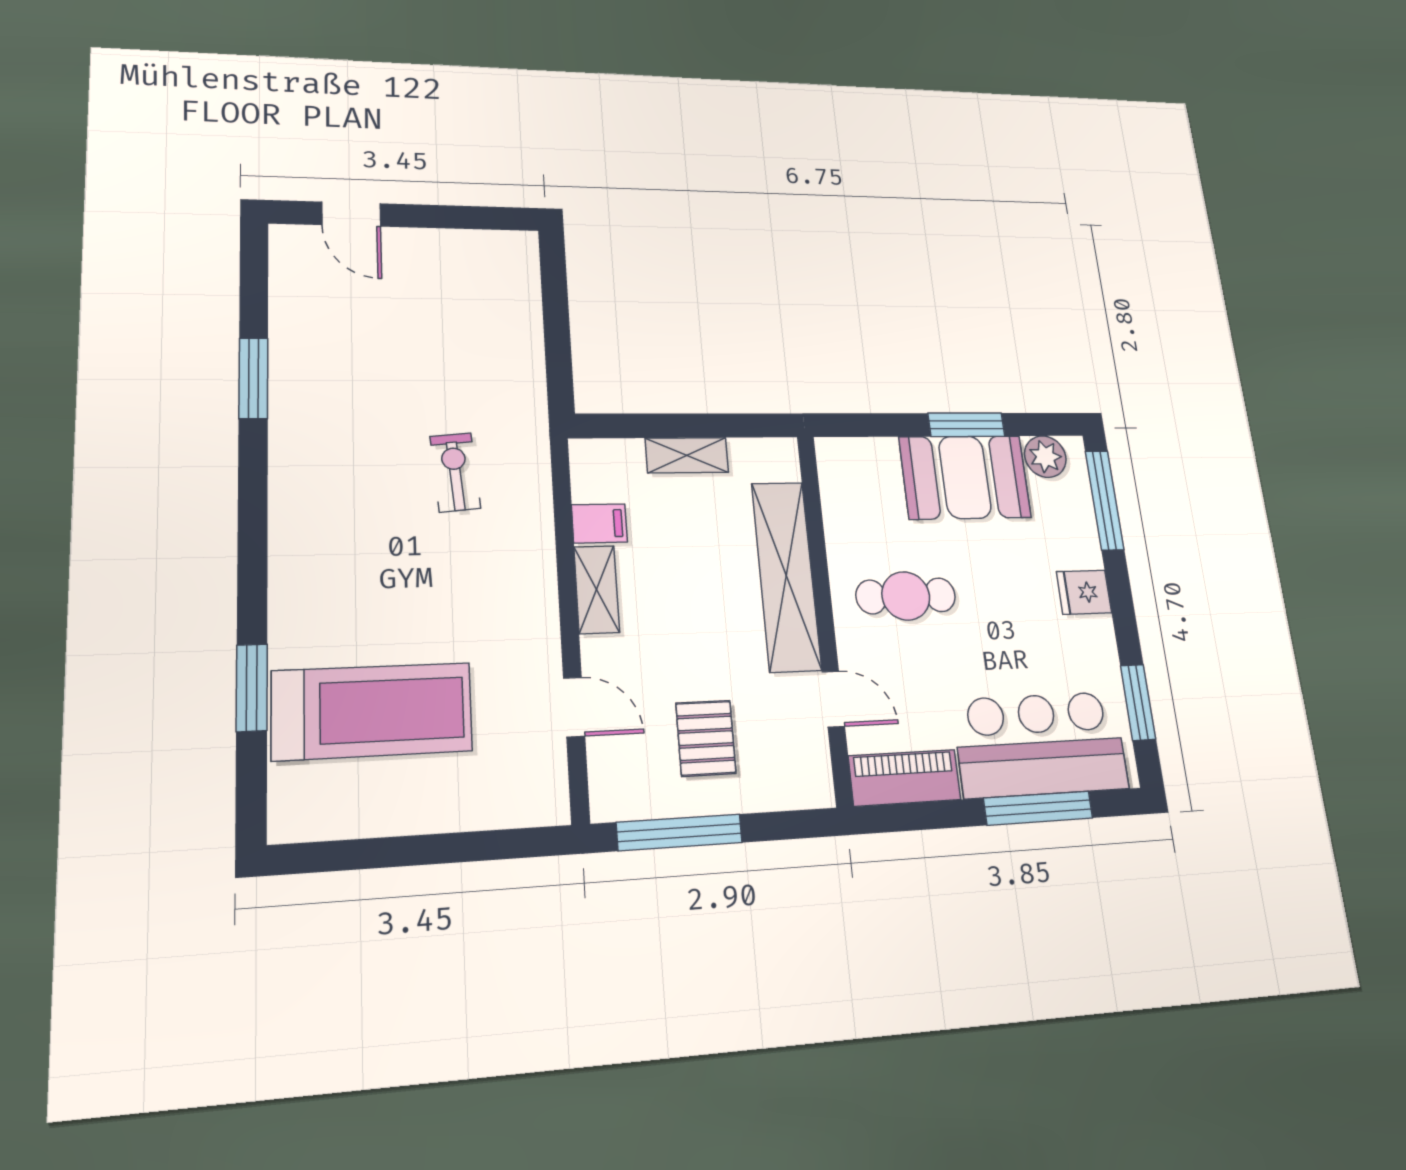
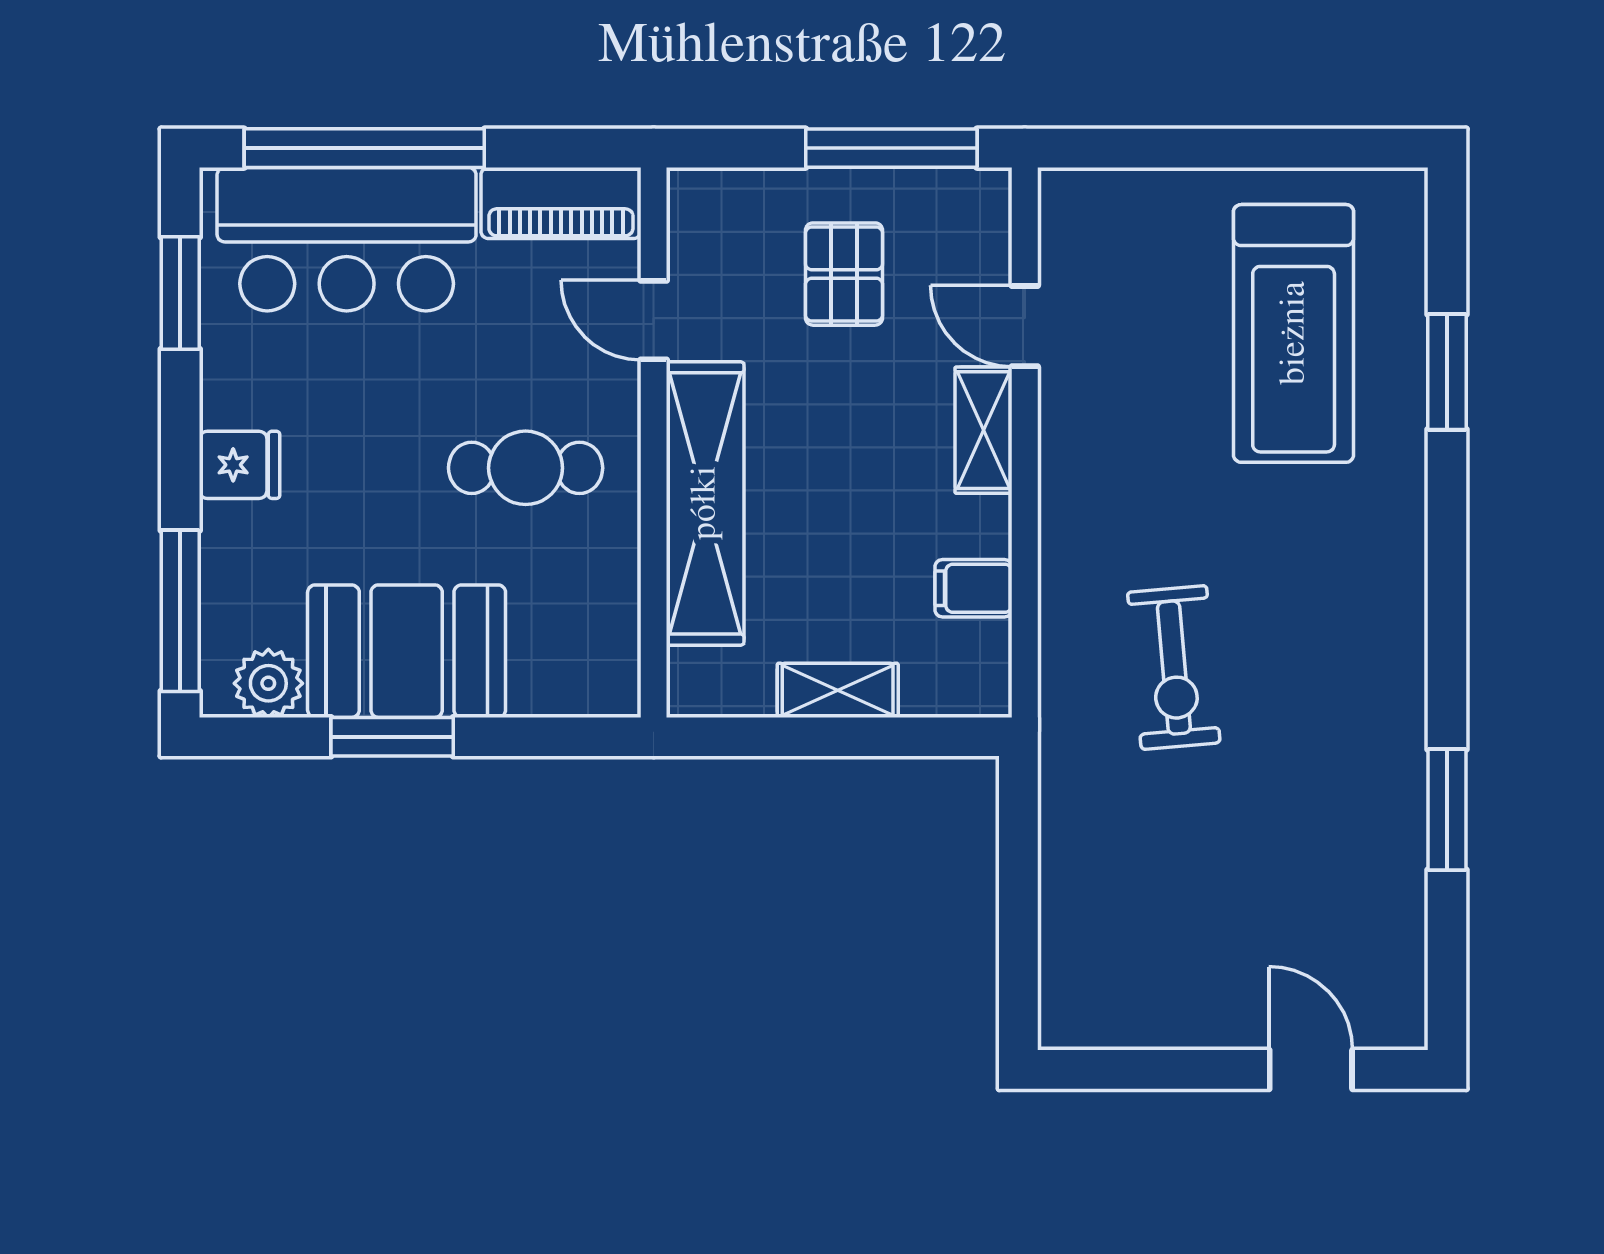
exercise bike: (455, 472) -> (1174, 668), width x1.38, depth x1.39
shelving: (597, 590) -> (983, 430), moved
treadmill: (372, 711) -> (1294, 333), turned -90
window: (1038, 808) -> (364, 148), width x1.46

